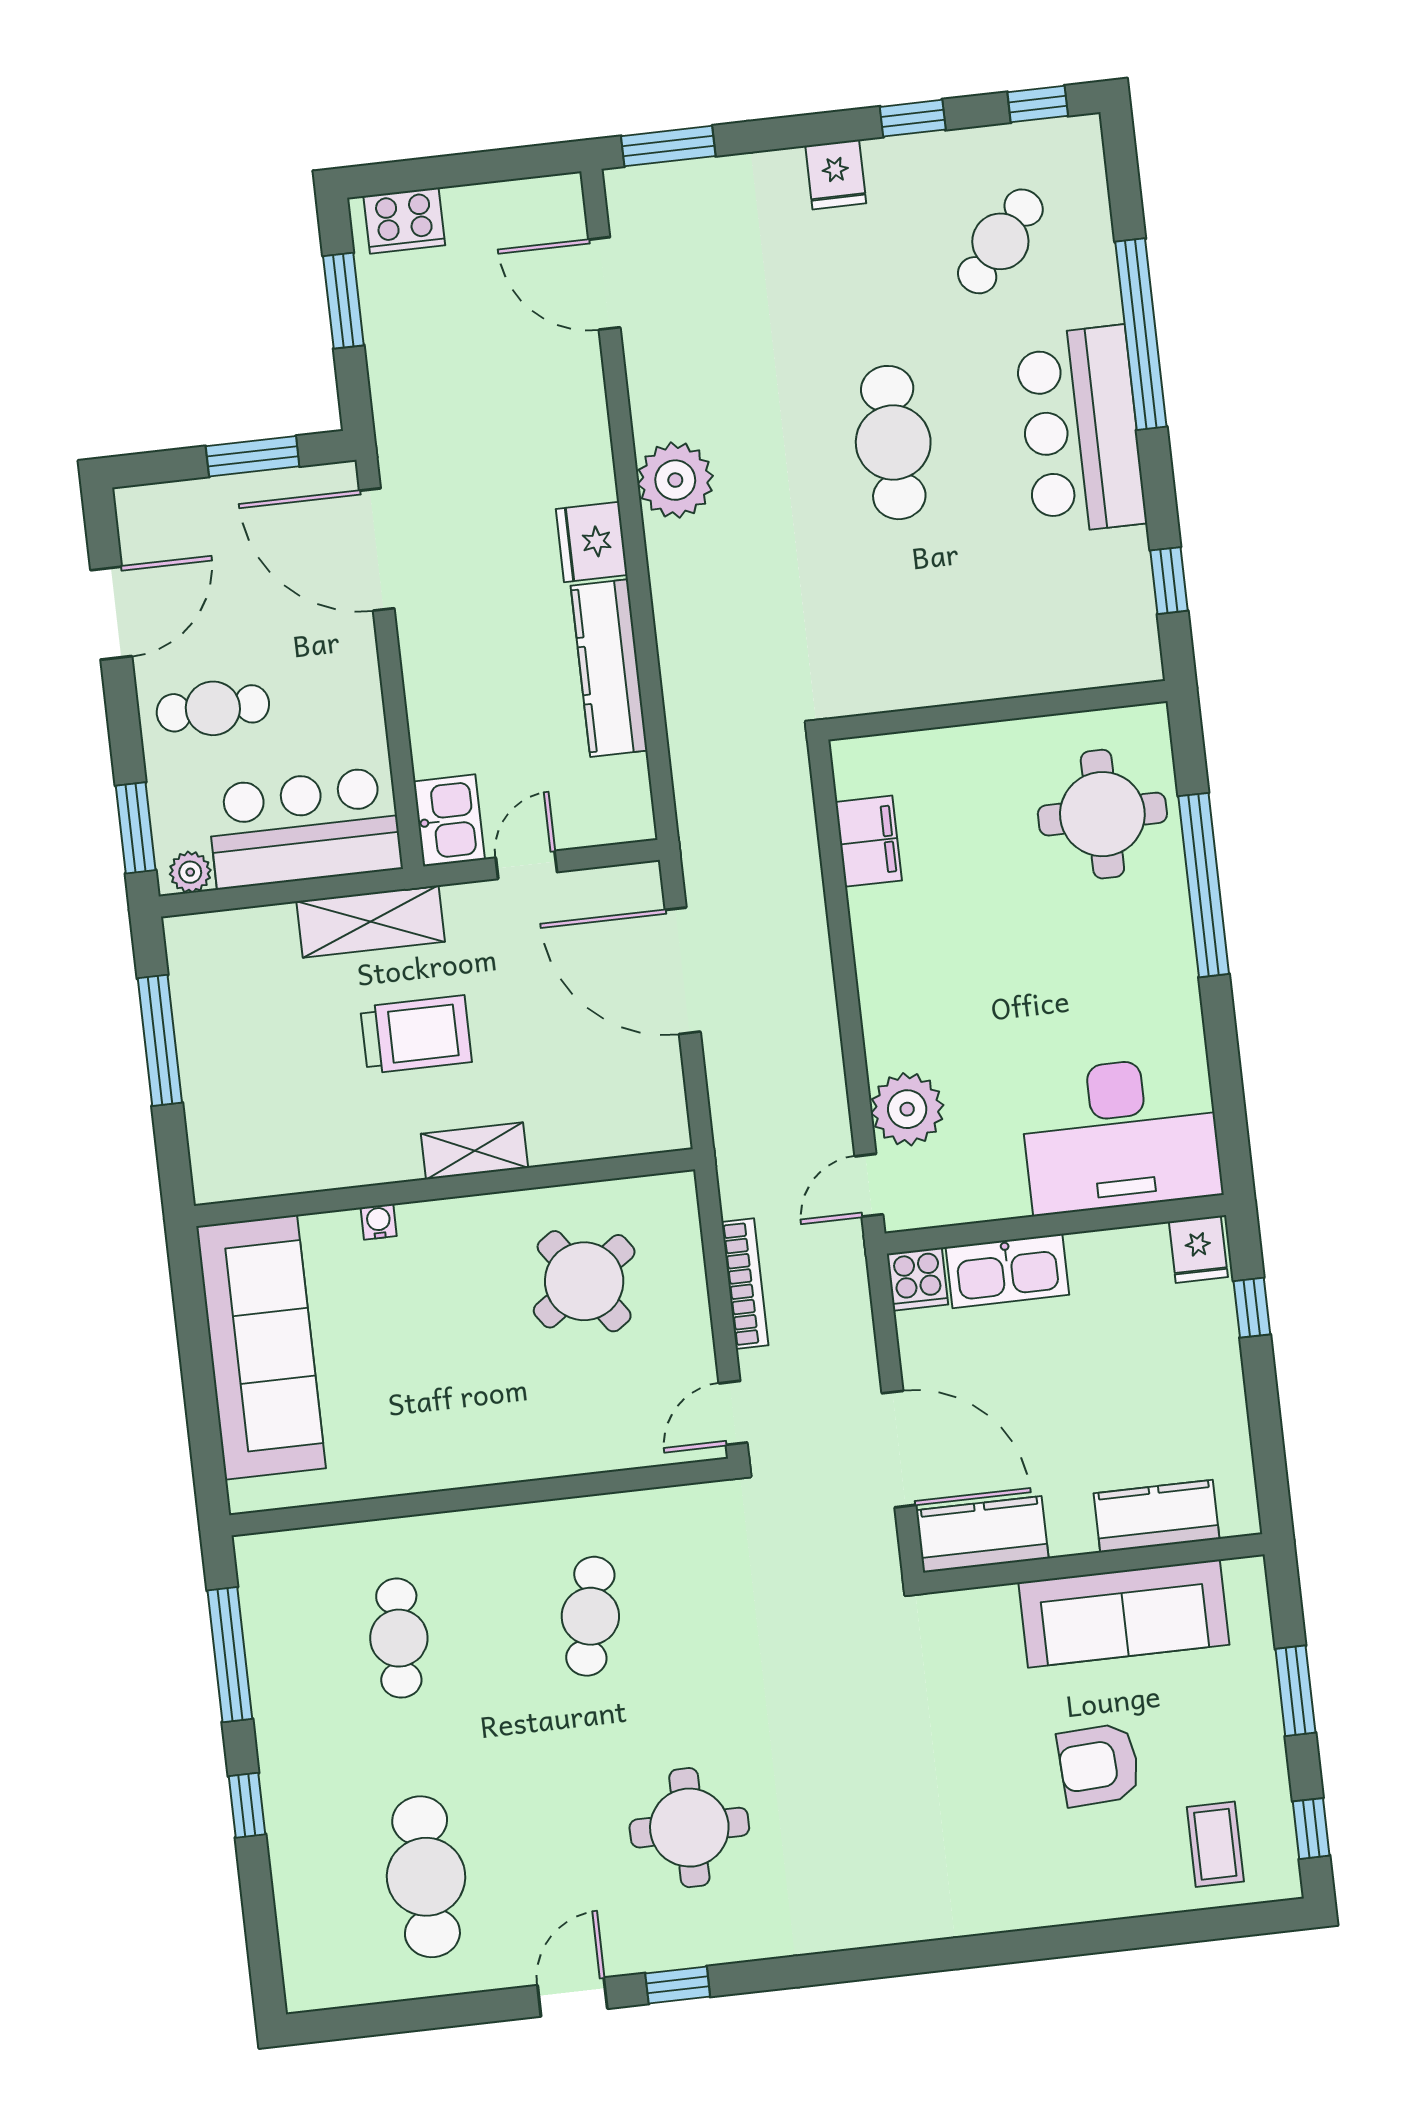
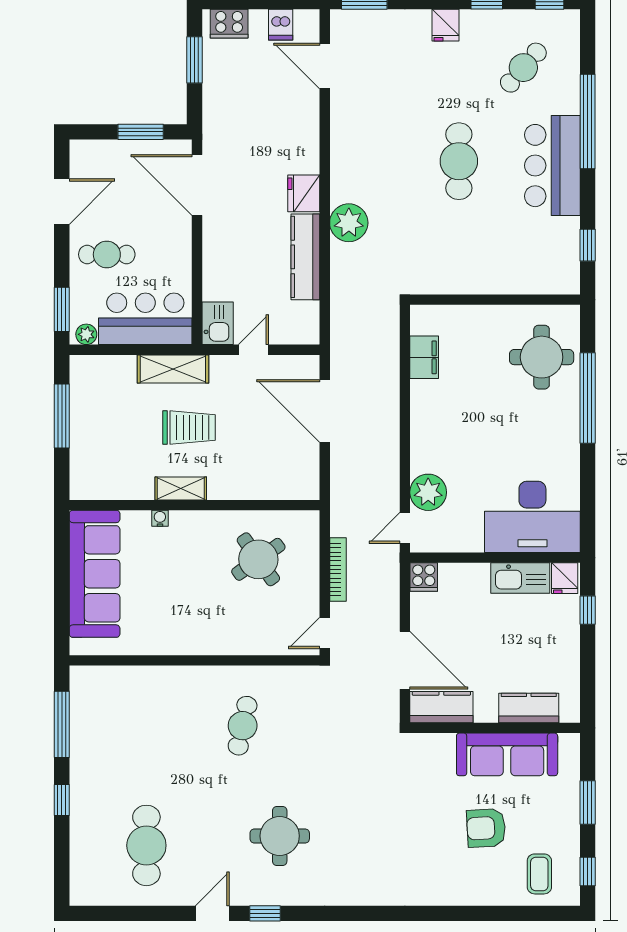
dishwasher: (507, 211) -> (281, 25), added
plant: (675, 480) -> (349, 223), moved
shelving: (474, 1151) -> (181, 489), moved
kitchen sink: (1007, 1271) -> (520, 578), moved
cafe table: (399, 1638) -> (146, 726), removed

